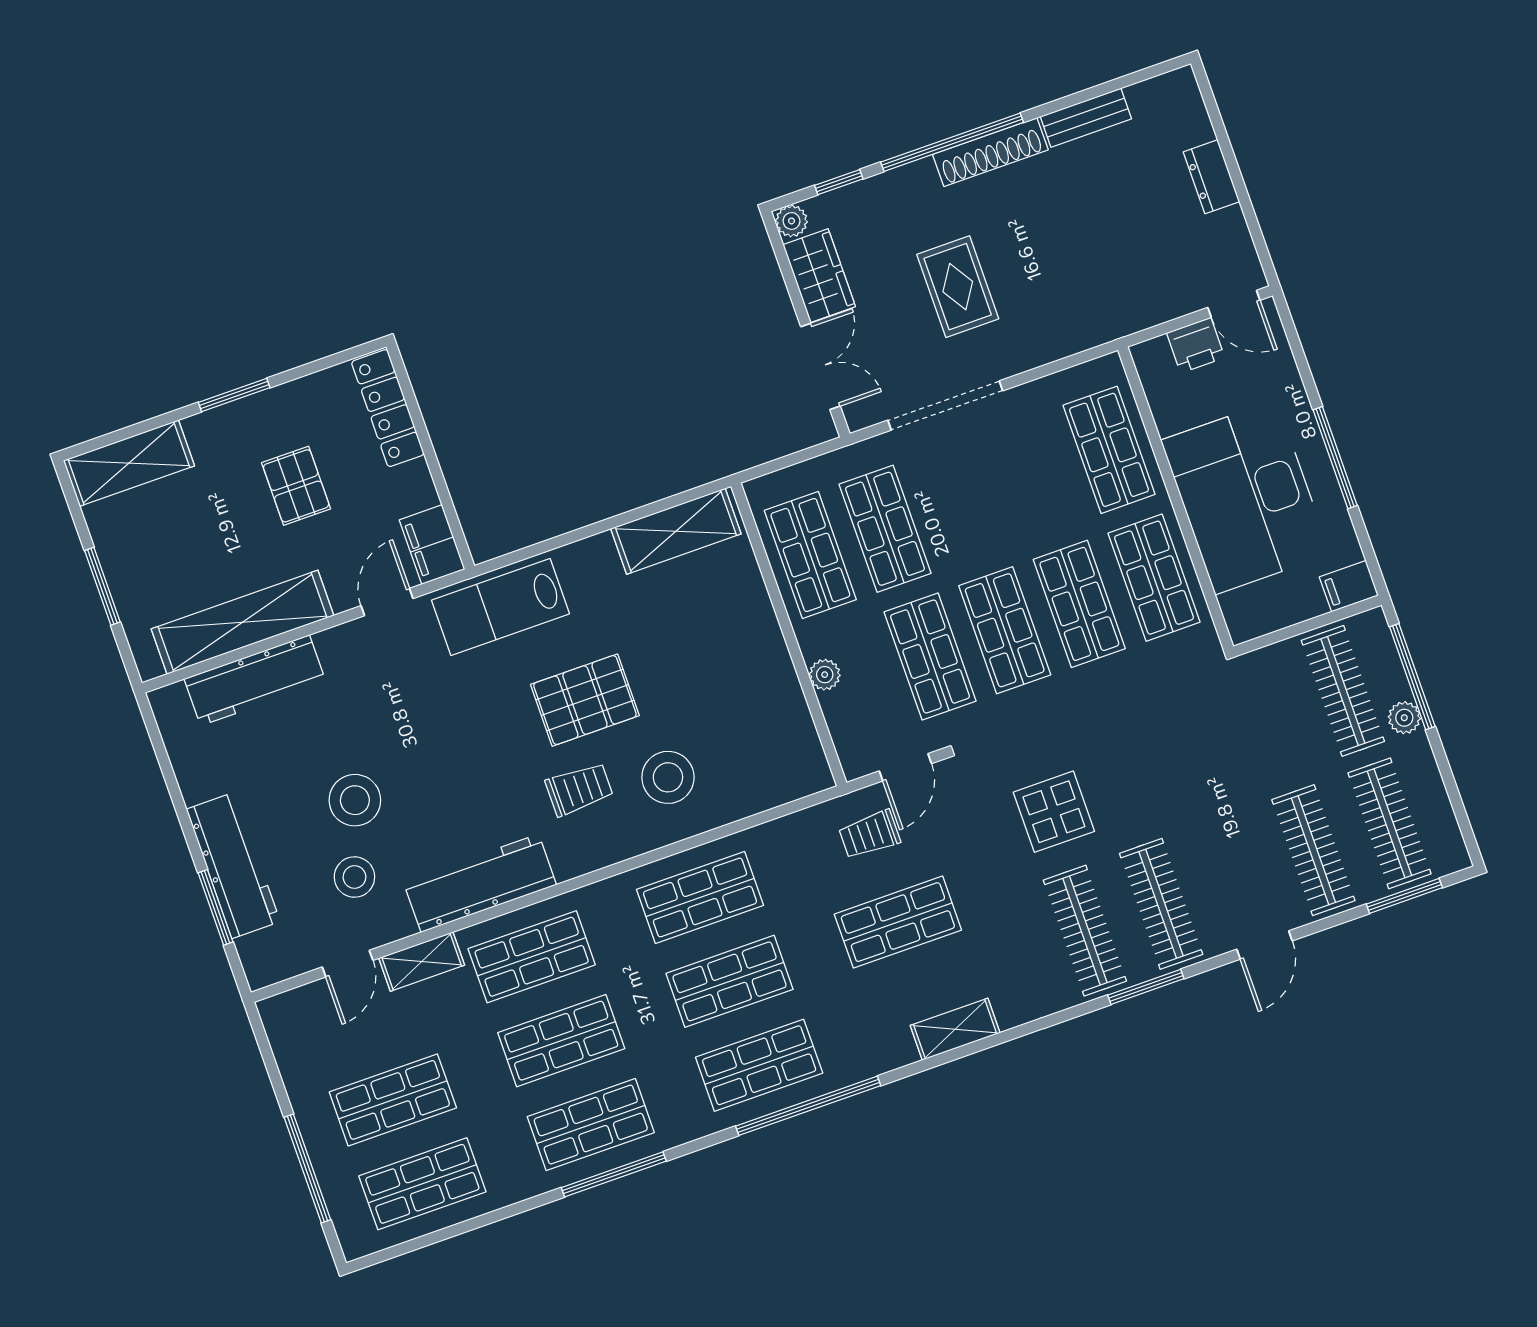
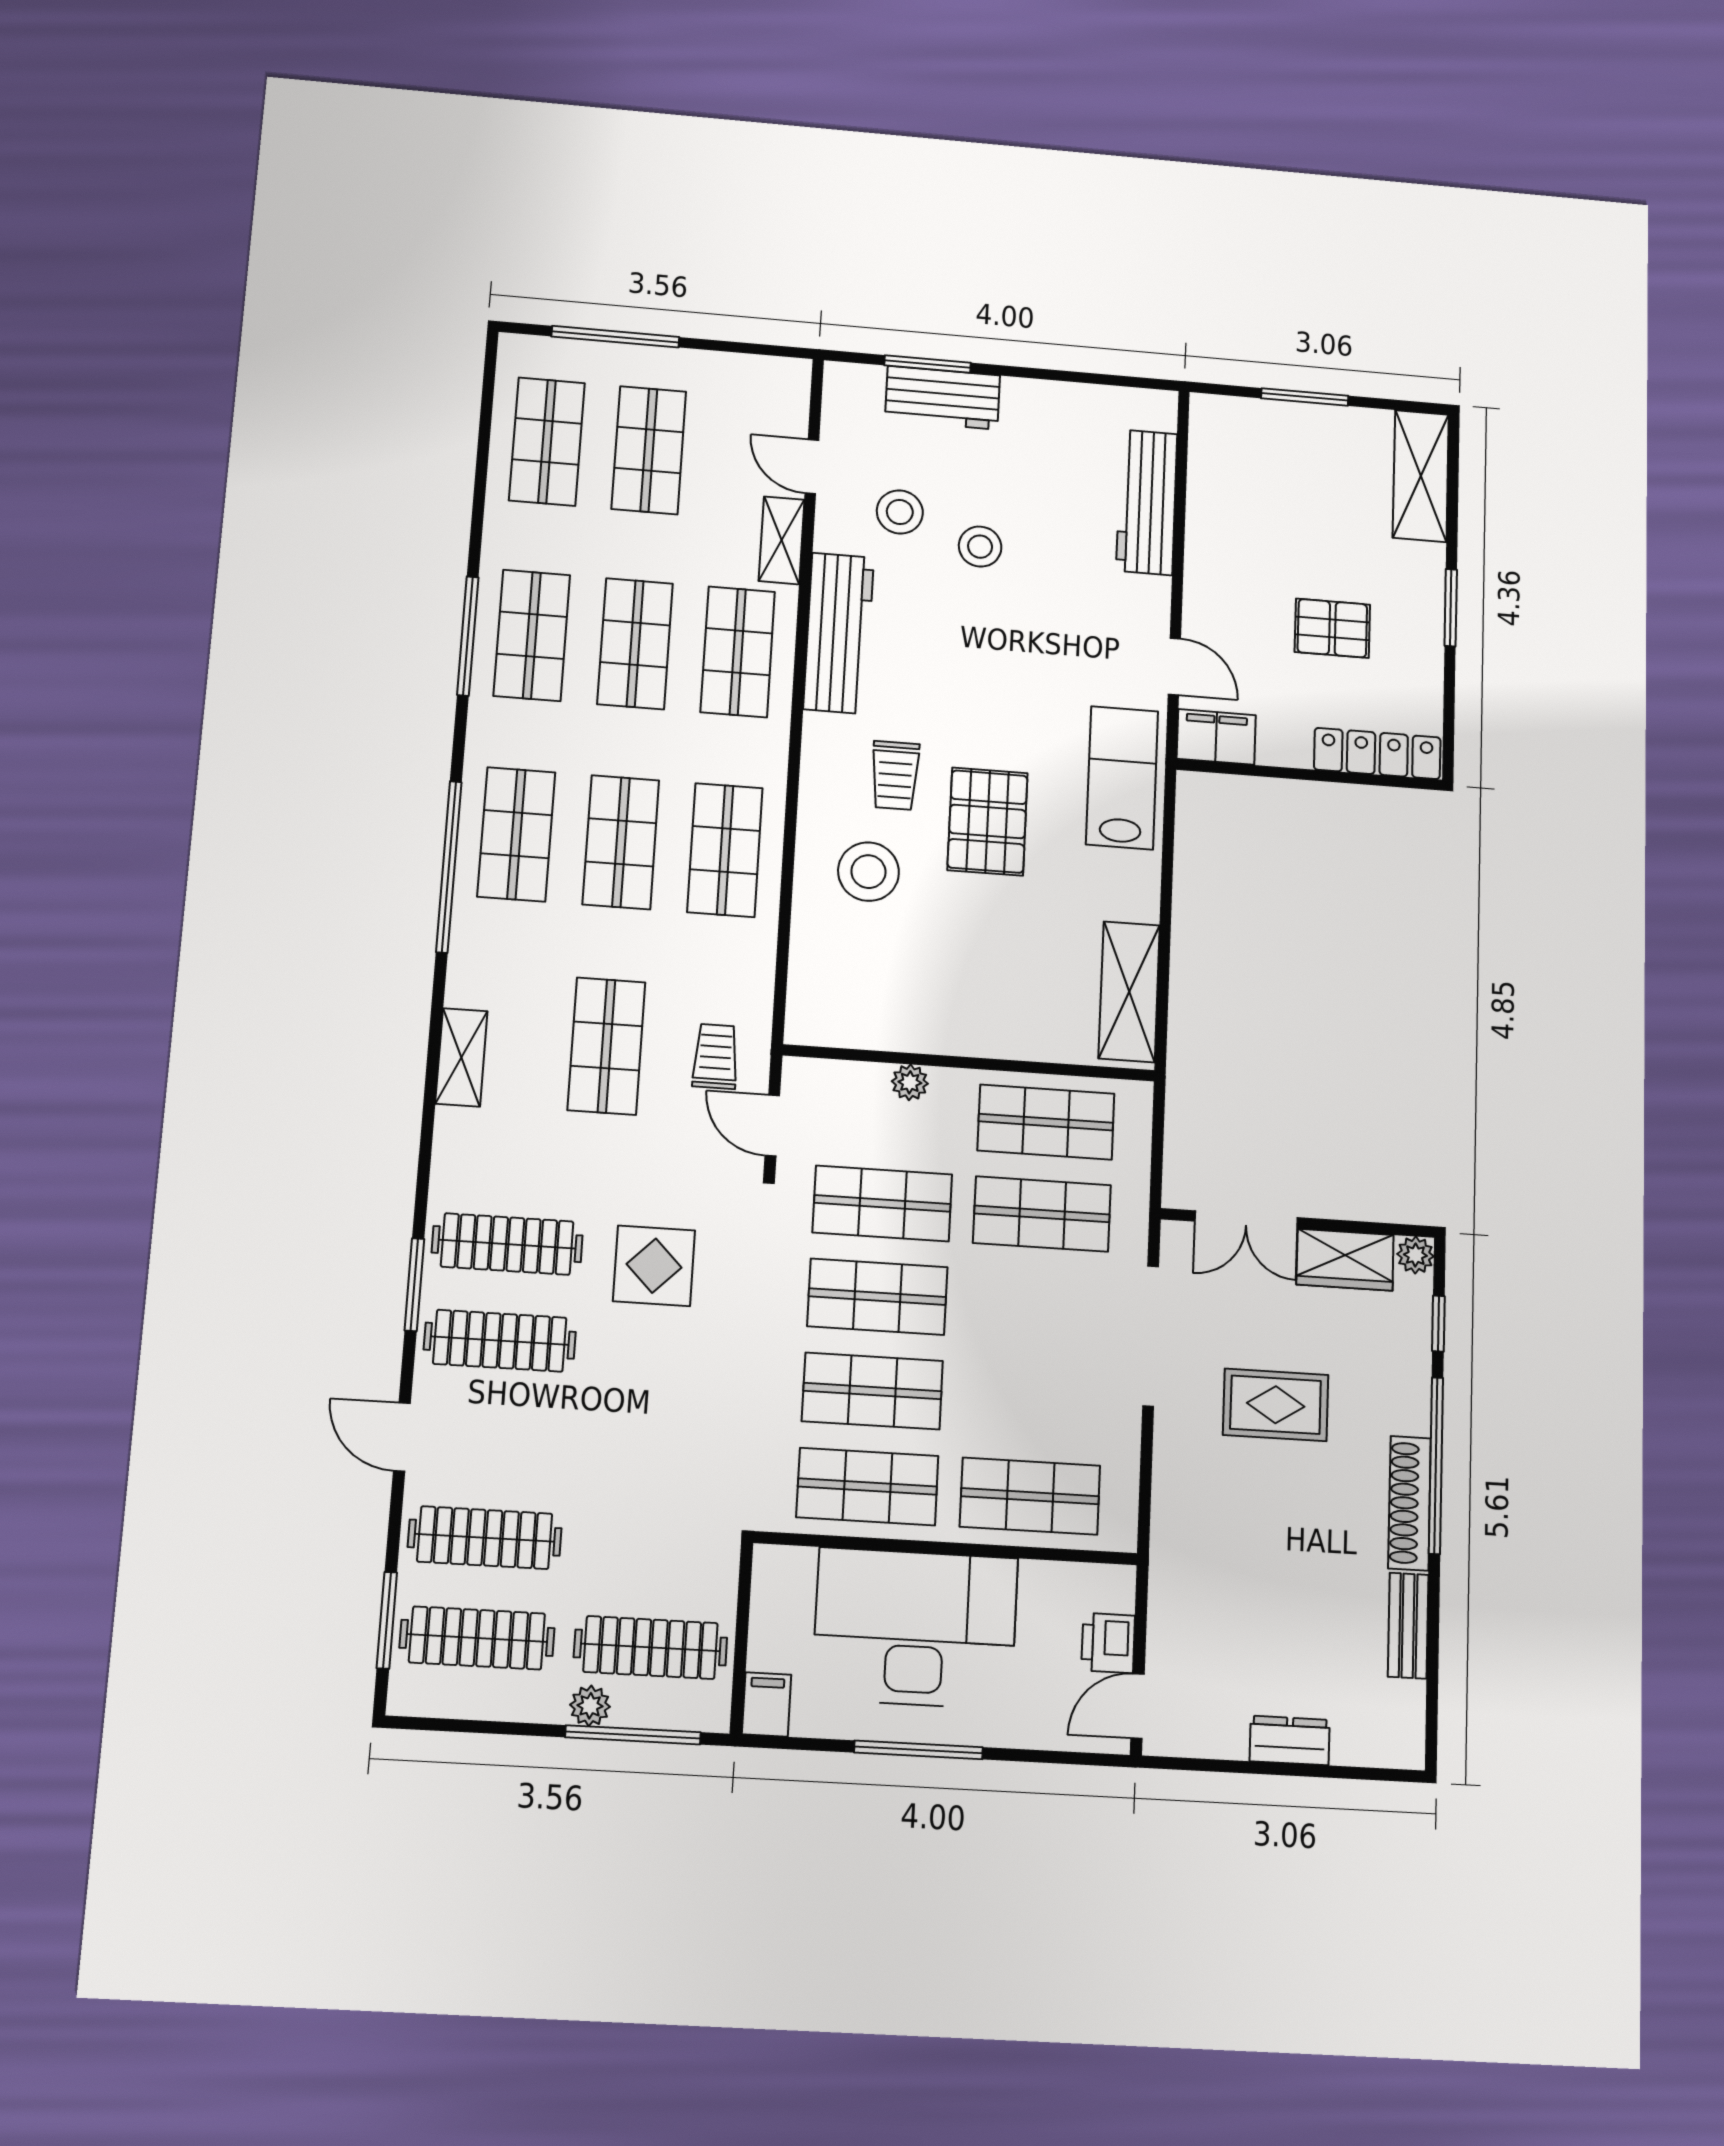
shelving: (242, 622) -> (1212, 516), removed
stool: (355, 800) -> (980, 547), width x0.73, depth x0.73
workbench: (233, 865) -> (943, 398), width x0.73

